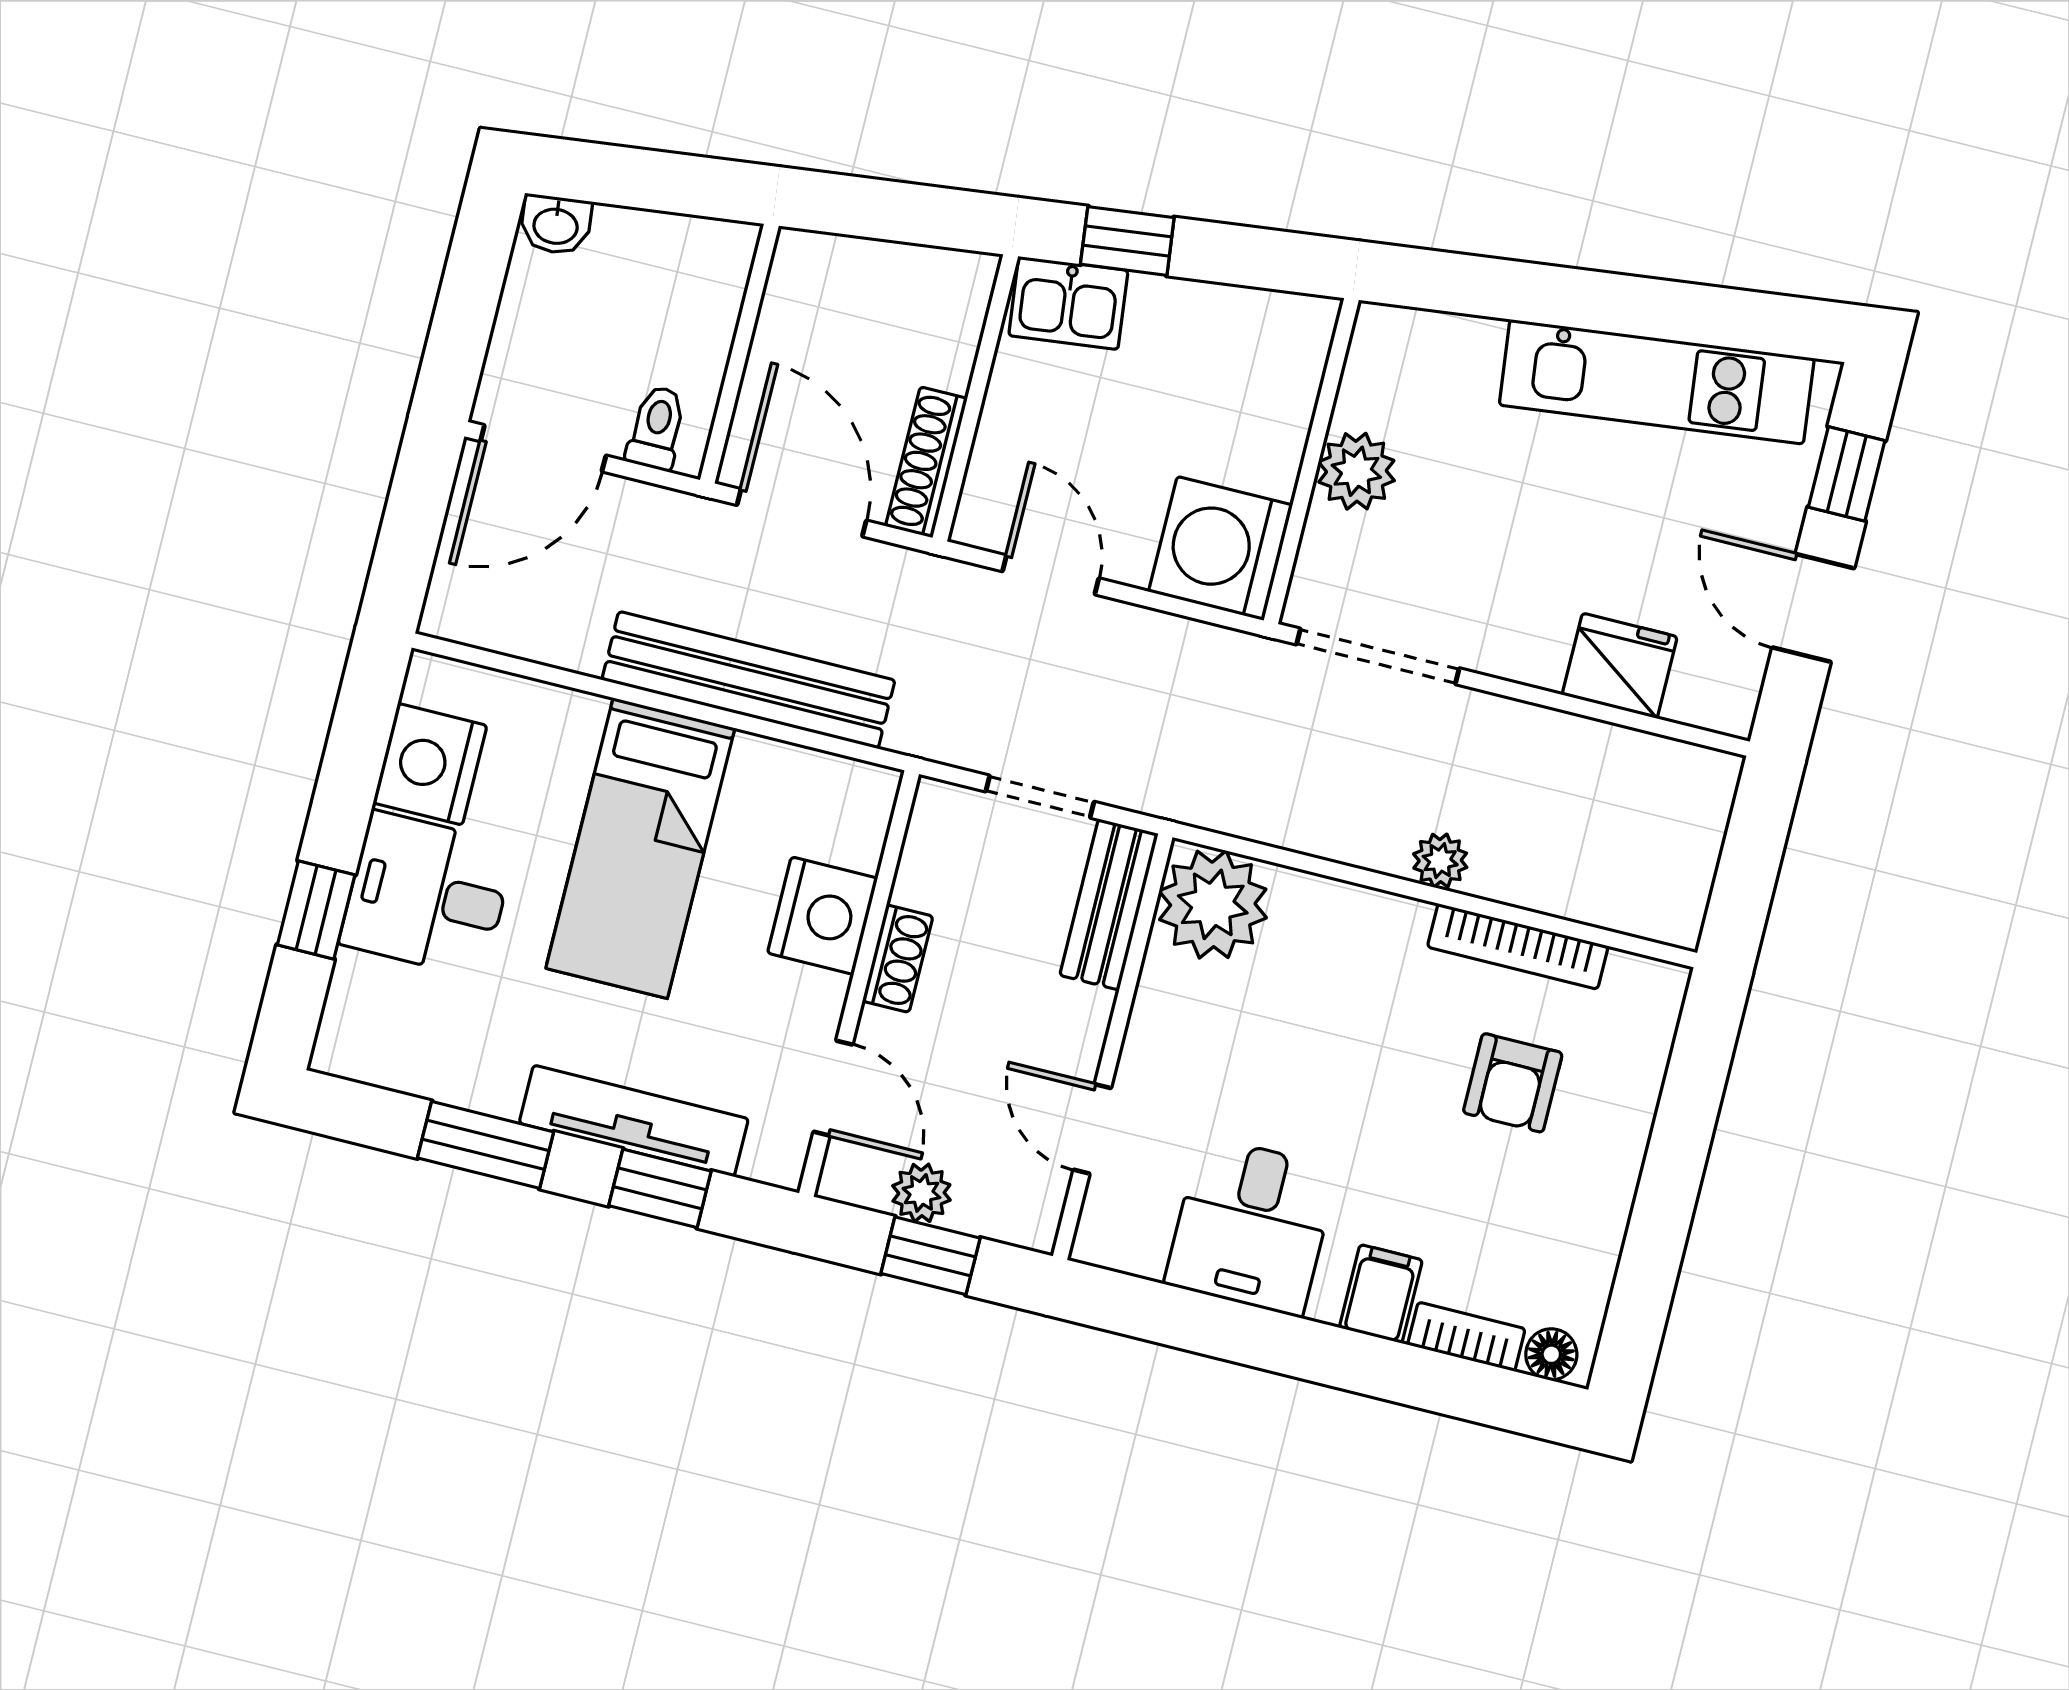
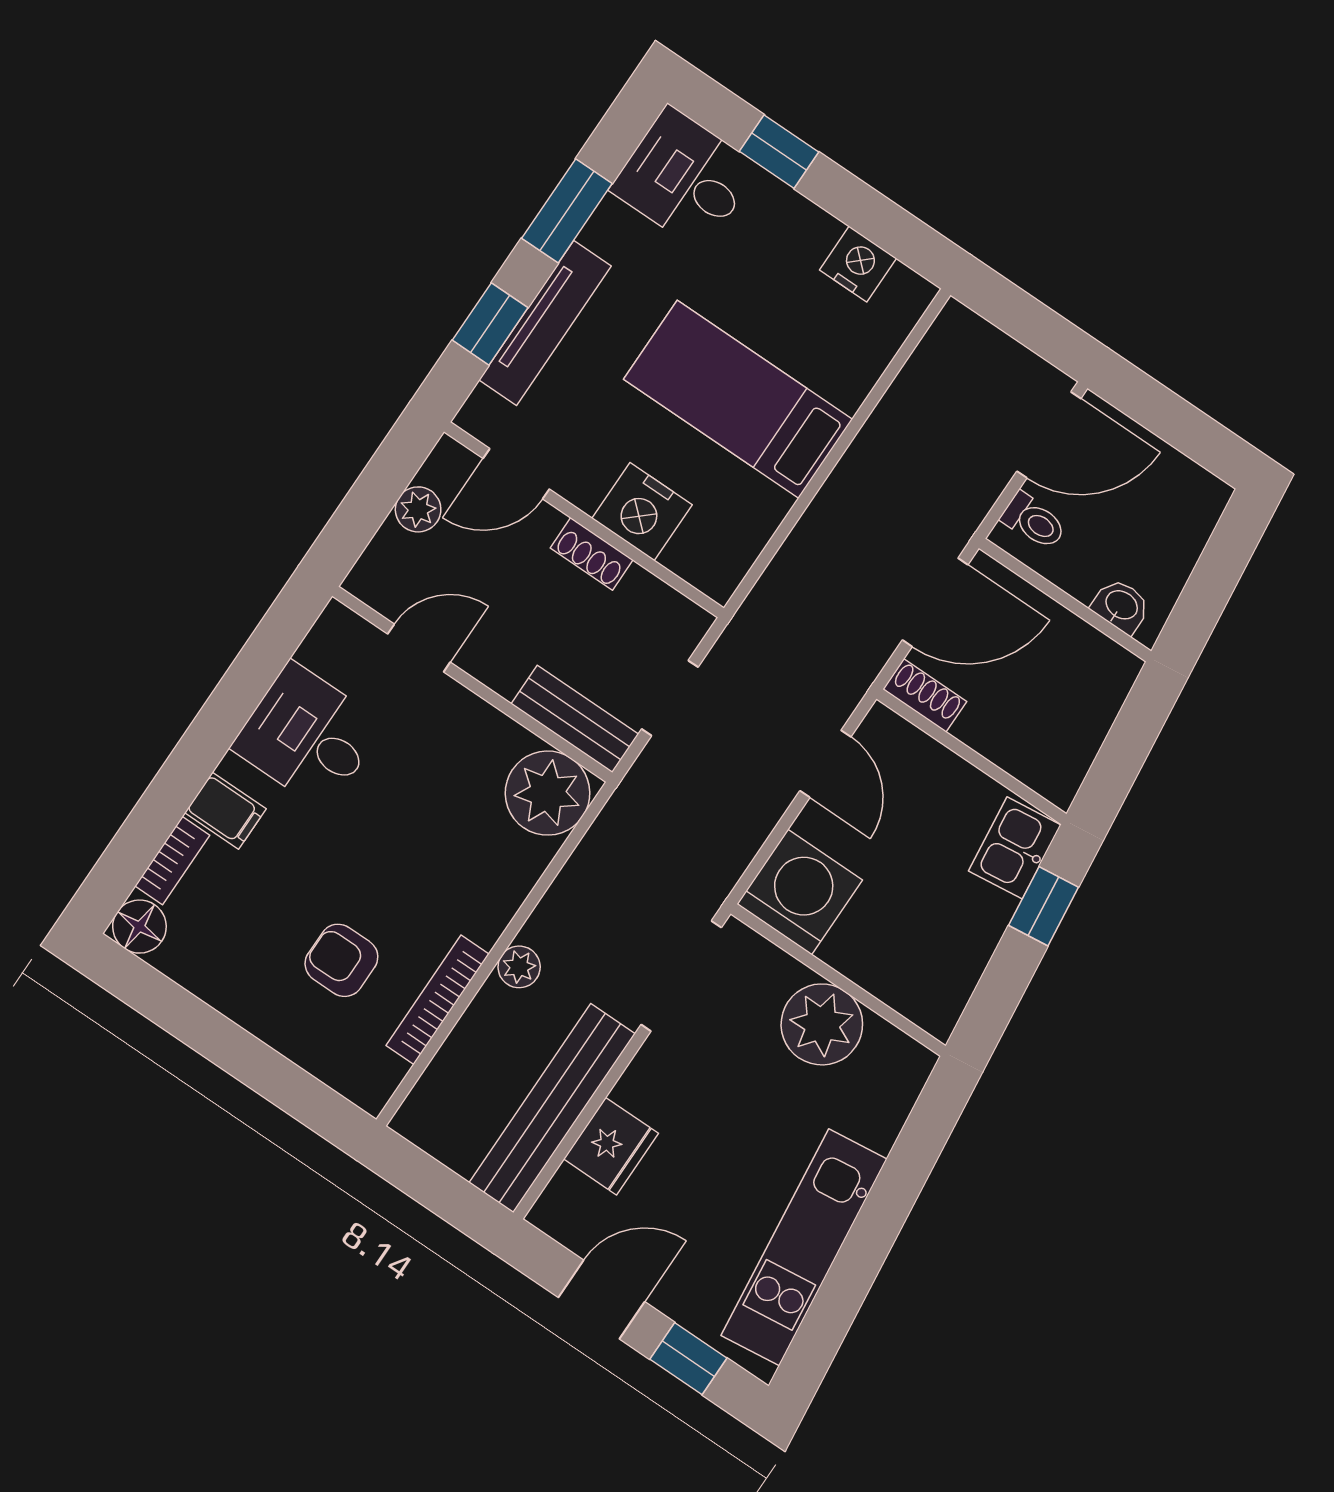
washbasin: (556, 225) -> (1121, 606), moved, turned 97
door: (543, 448) -> (1049, 435), swing flipped
shoe rack: (926, 462) -> (925, 696), width x0.70
plant: (1356, 471) -> (822, 1024), width x1.36, depth x1.36
door: (1051, 575) -> (825, 764), hinge flipped
bench: (748, 680) -> (552, 1108), moved
nightstand: (430, 764) -> (858, 264), width x0.74, depth x0.75
desk: (427, 894) -> (685, 178), moved, turned -90
window: (930, 1256) -> (371, 499), removed
floor lamp: (1551, 1354) -> (139, 927), width x1.37, depth x1.37

